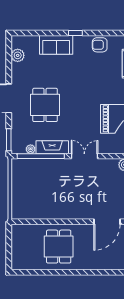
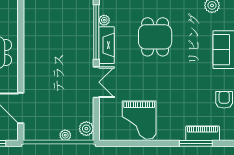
dining table: (45, 105) -> (155, 37), turned 90

